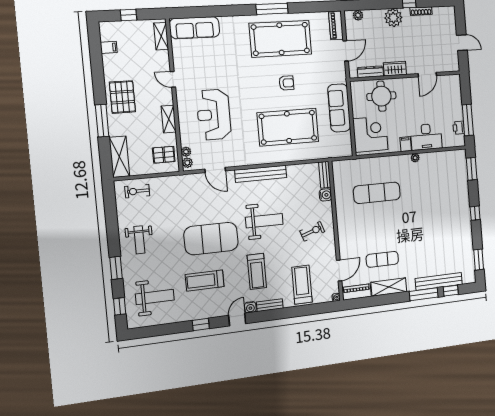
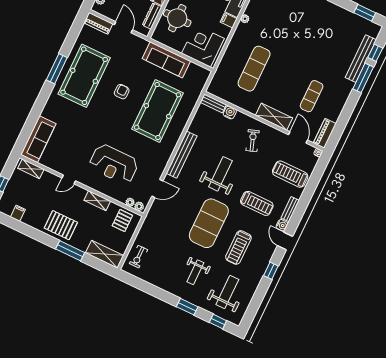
weight bench: (139, 240) -> (195, 272), moved, turned 90
shelving: (389, 287) -> (274, 117), moved, turned 90

